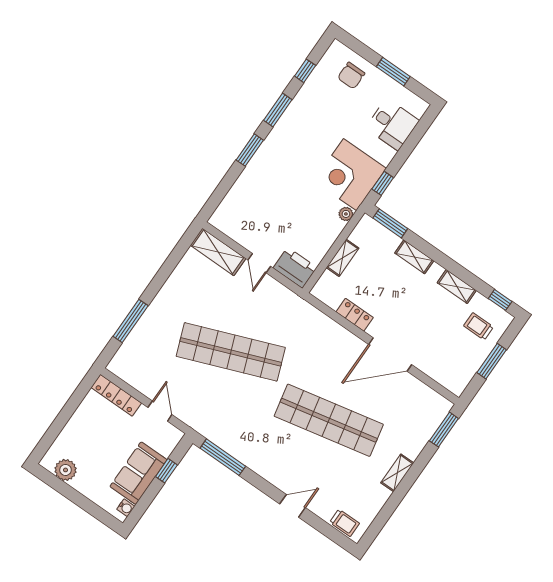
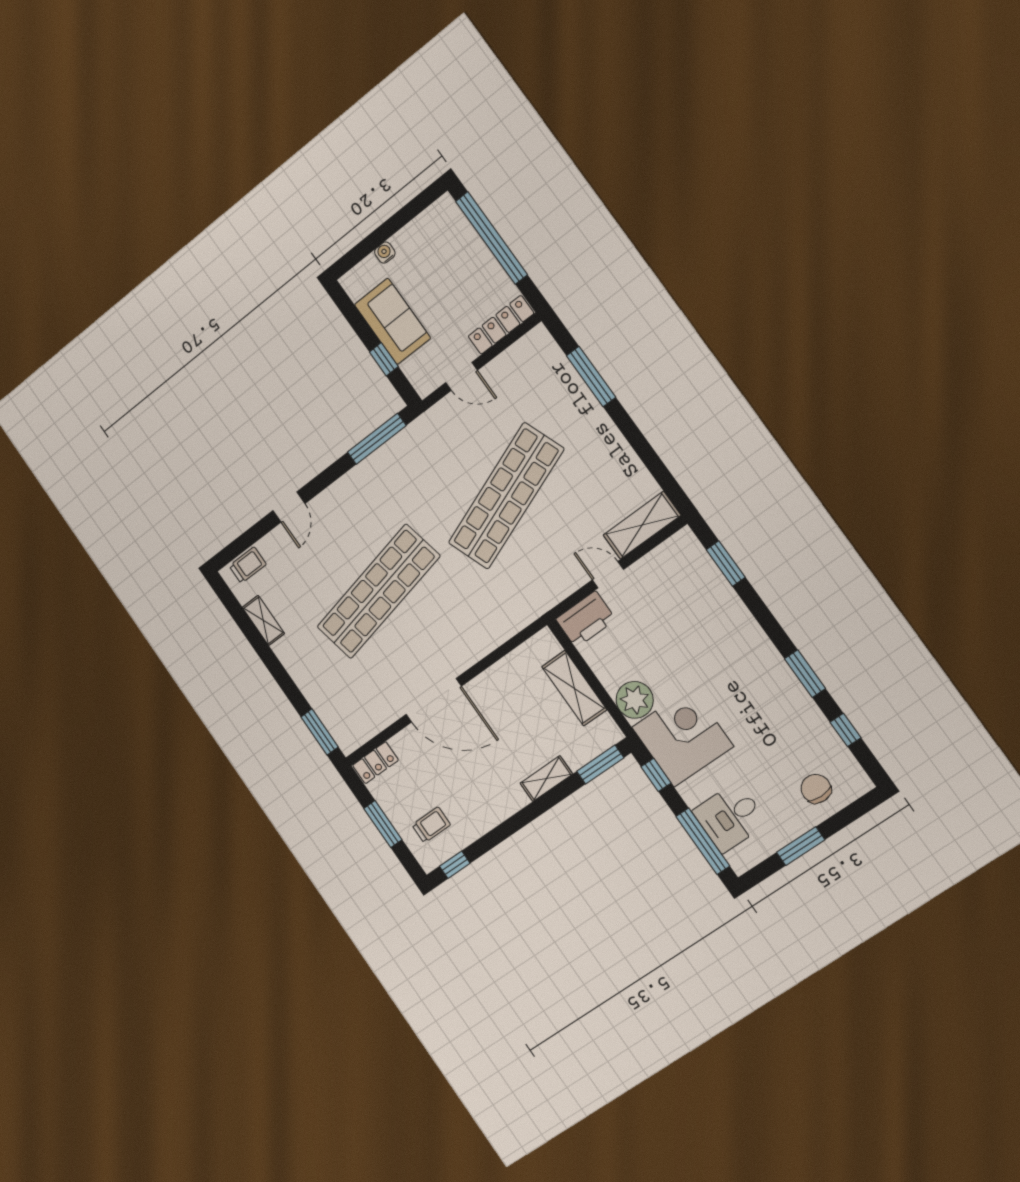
window: (415, 136) -> (703, 841), added
window: (250, 150) -> (726, 563), moved
plant: (346, 214) -> (635, 700), width x1.88, depth x1.88
shelving: (343, 258) -> (574, 688), width x1.50, depth x1.33
shelving: (457, 287) -> (490, 817), removed
locker: (355, 315) -> (375, 763), moved
door: (390, 354) -> (434, 700), swing flipped
window: (60, 422) -> (491, 238), added
plant: (66, 470) -> (428, 225), removed
shelving: (397, 473) -> (263, 620), moved
water cooler: (126, 508) -> (385, 253), moved, turned 90
trolley: (345, 523) -> (248, 565), turned 180

